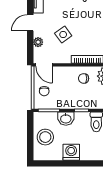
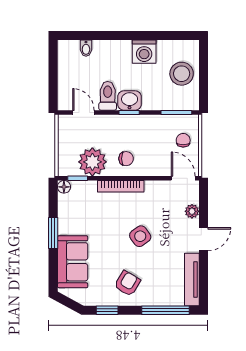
side table: (63, 35) -> (140, 236), moved
washbasin: (66, 119) -> (130, 100), moved

